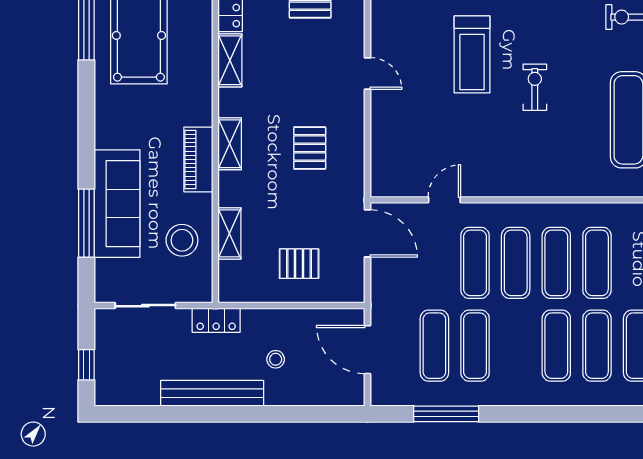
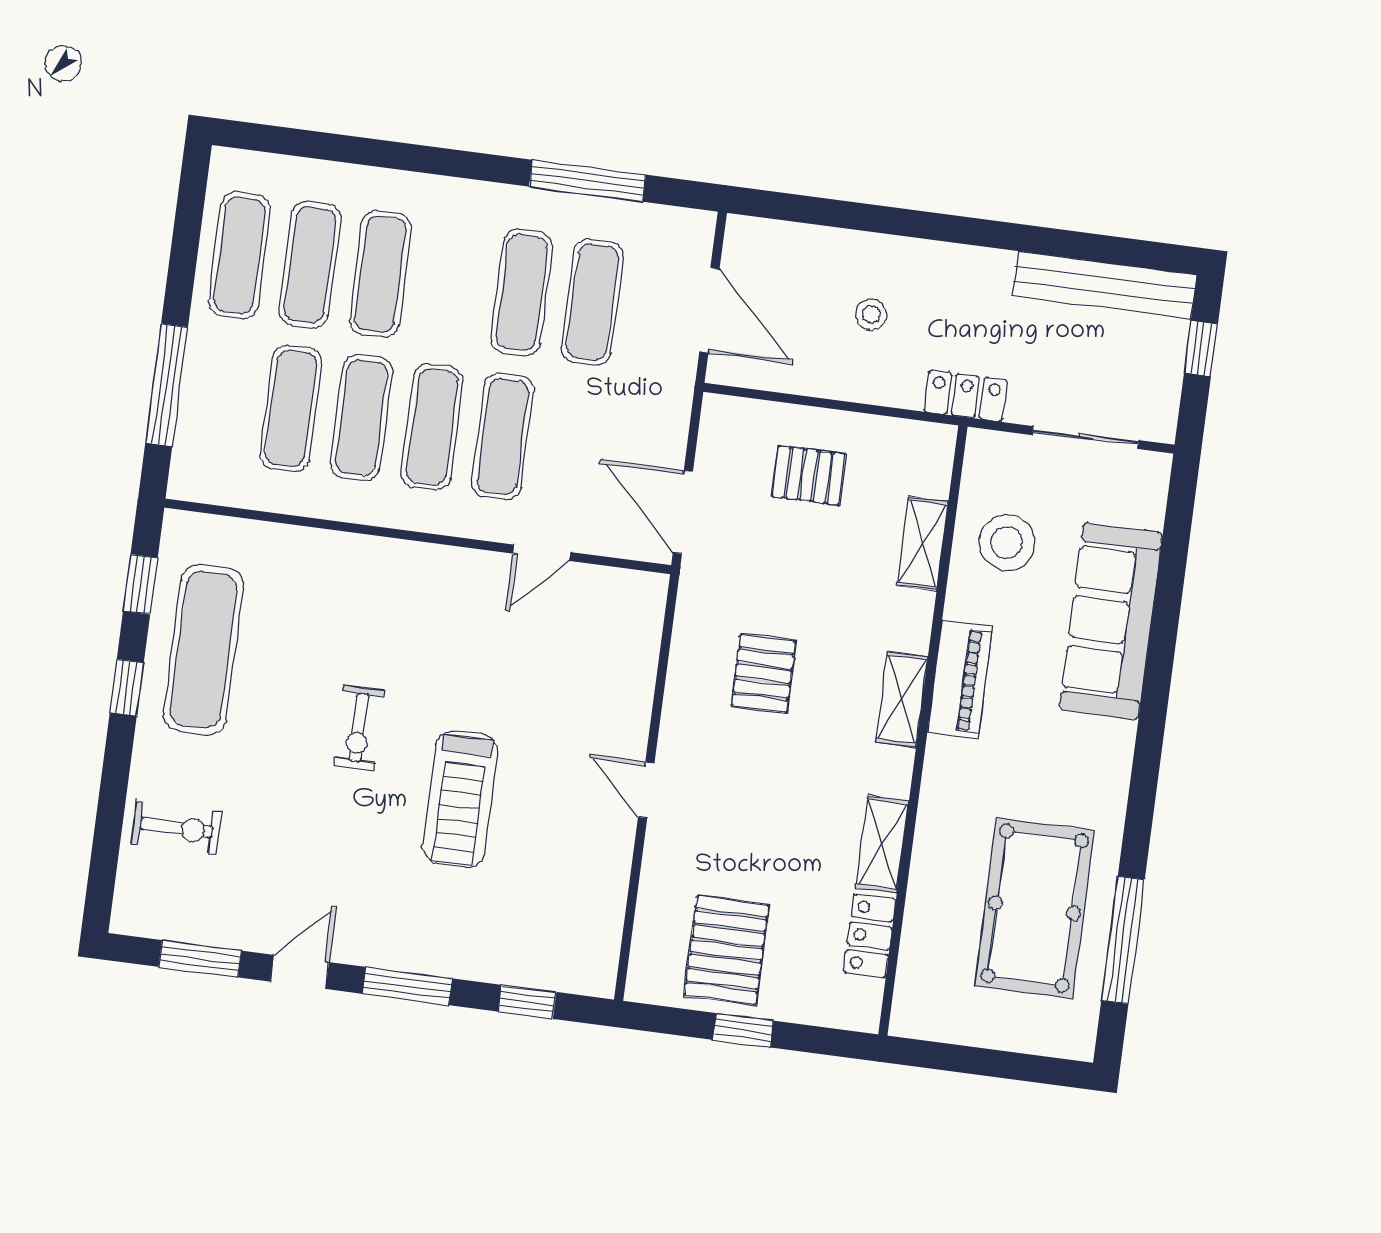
treadmill: (472, 54) -> (460, 799), turned 180
window: (86, 223) -> (1169, 594), removed
bench: (212, 393) -> (1105, 285), moved

